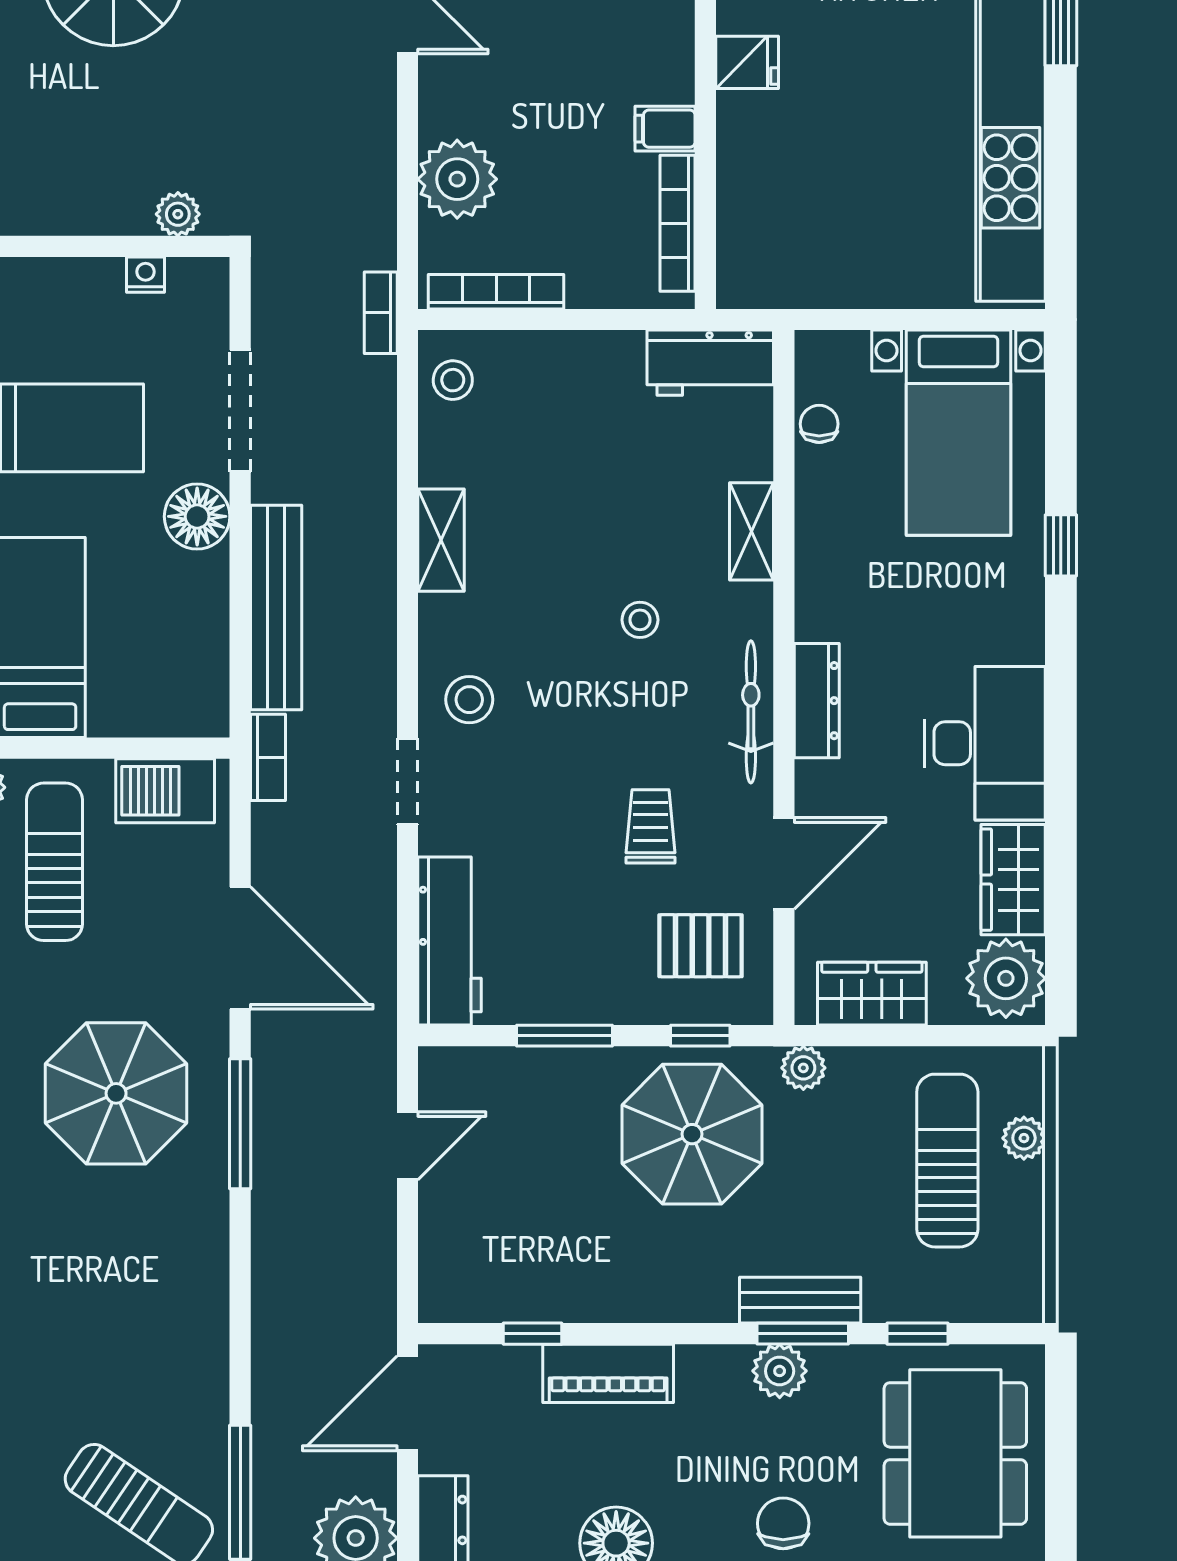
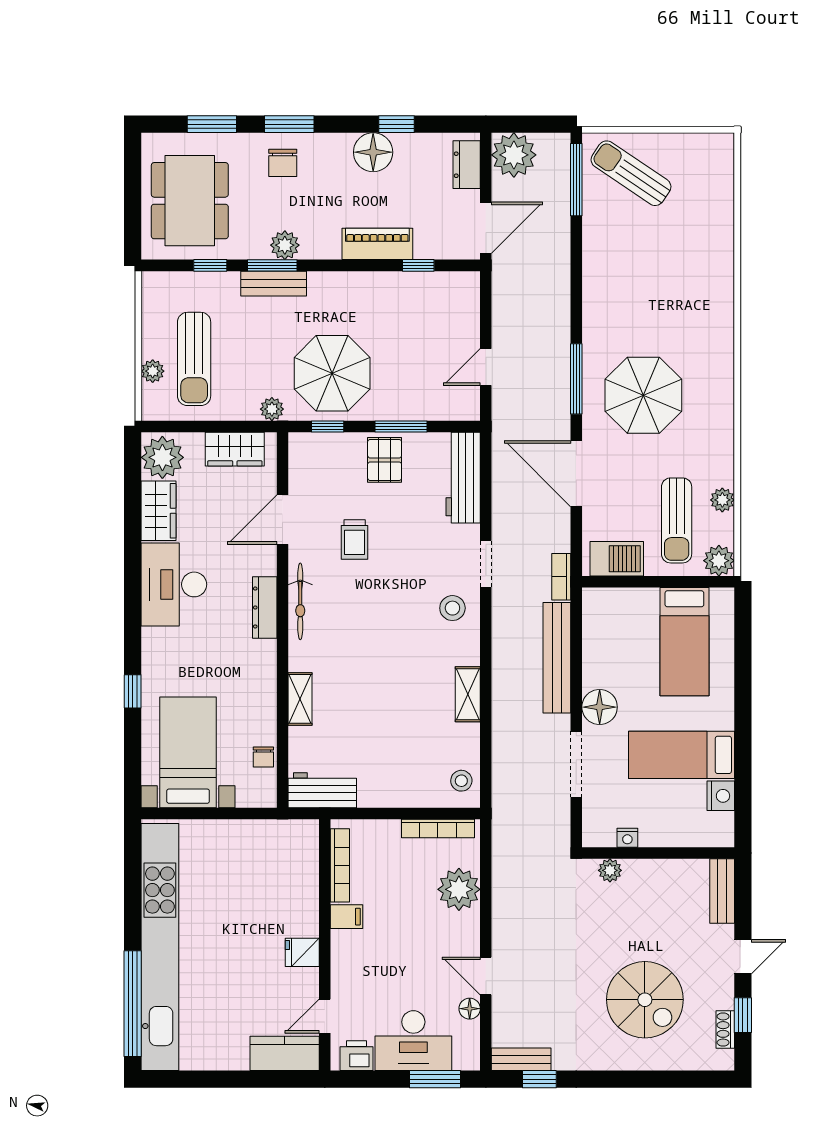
bookcase: (381, 313) -> (500, 817), removed
stool: (640, 620) -> (360, 651), removed
pallet: (701, 946) -> (385, 460), moved, turned 90

